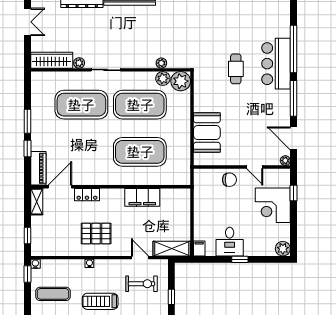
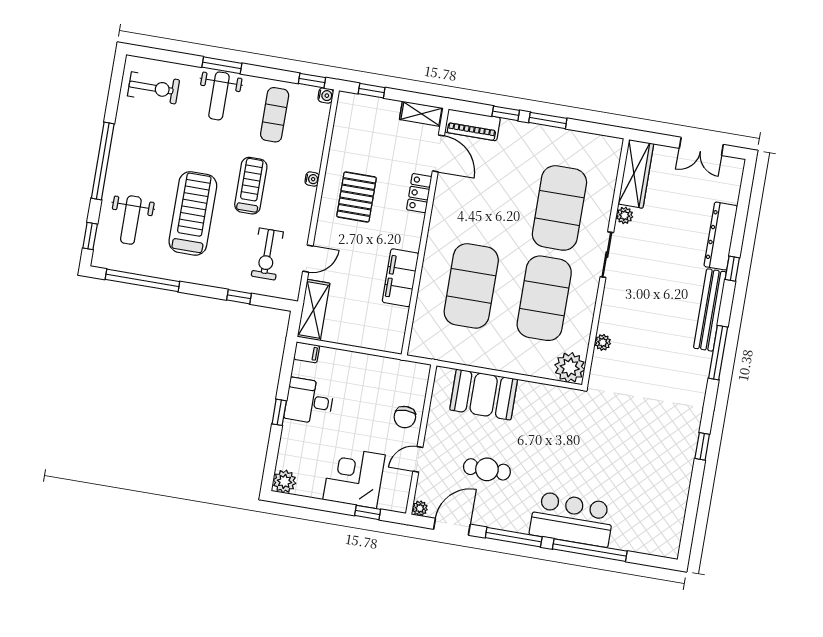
cafe table: (236, 69) -> (487, 469), moved
plant: (163, 78) -> (579, 341), removed

